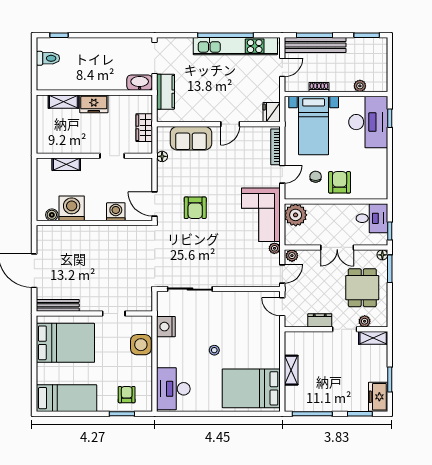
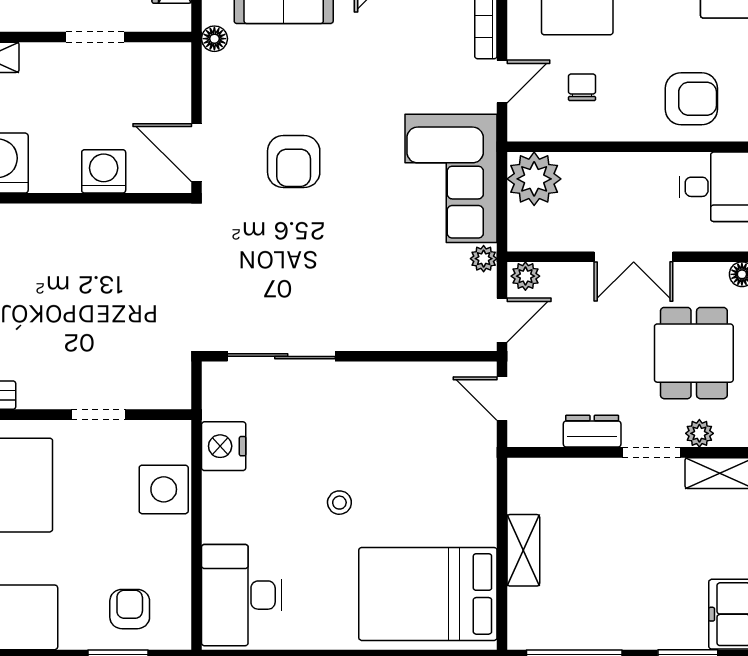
armchair: (340, 182) -> (691, 99), moved, turned 90

